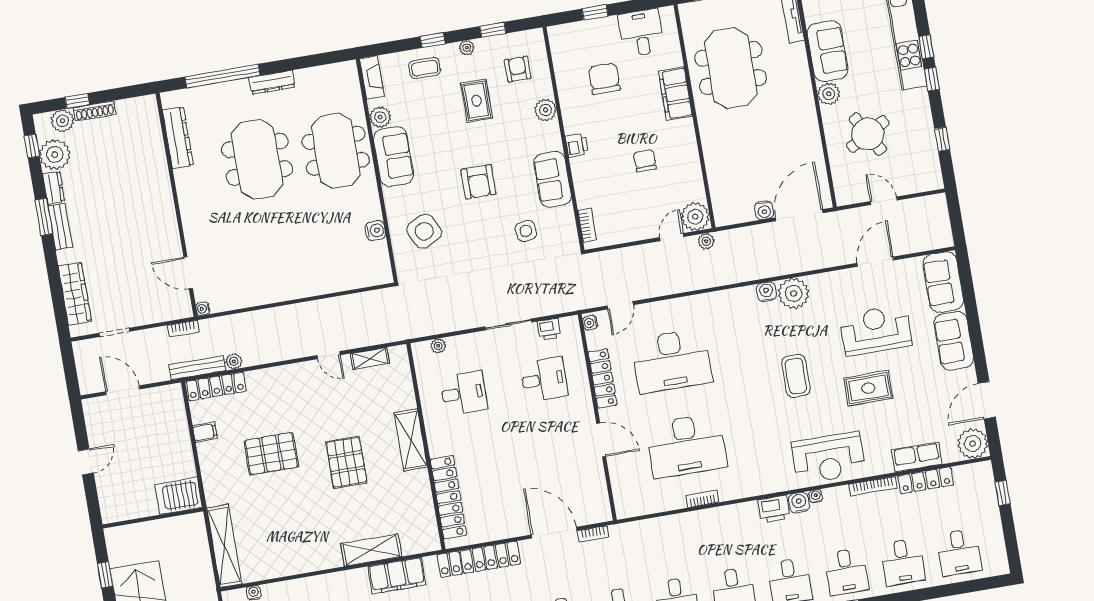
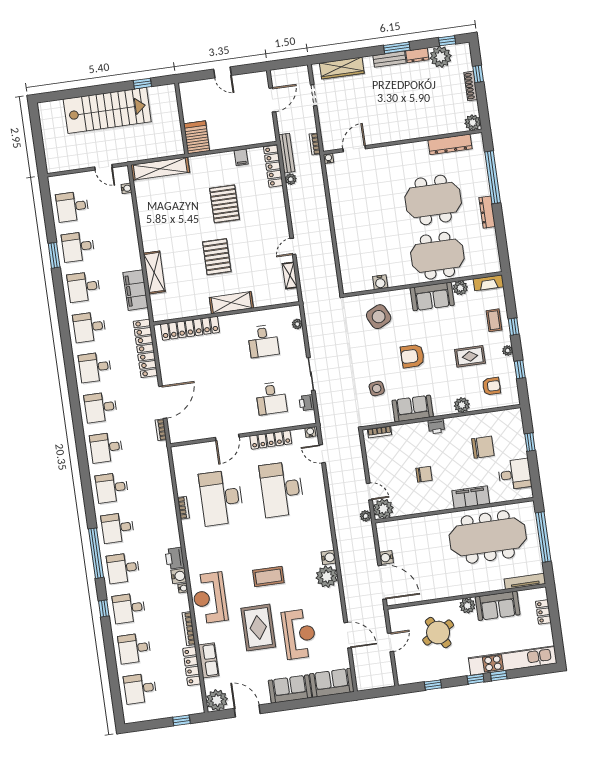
meeting table: (731, 68) -> (488, 537), width x1.36
plant: (63, 121) -> (473, 123), moved
rug: (868, 388) -> (258, 628), width x1.36, depth x1.43
pallet: (346, 462) -> (217, 257), turned 90

